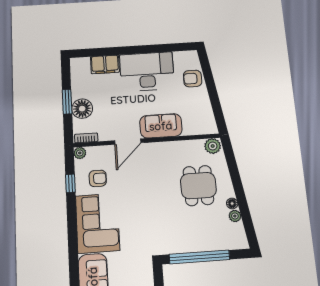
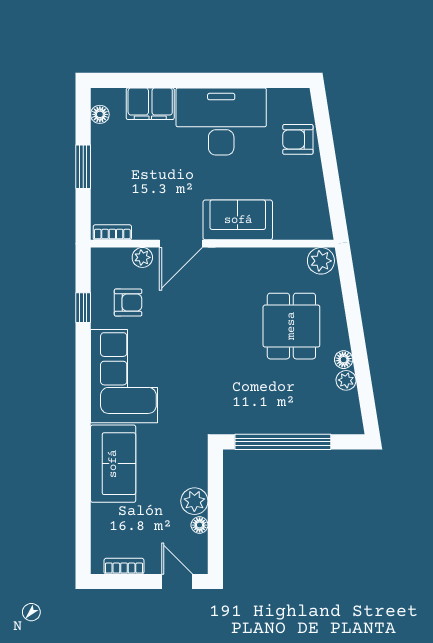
floor lamp: (82, 109) -> (100, 114), moved, width x0.53, depth x0.53
plant: (80, 153) -> (142, 257), moved

